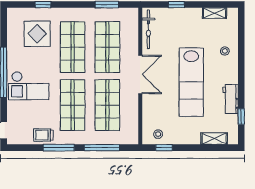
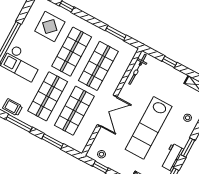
double door: (140, 74) -> (107, 111), moved
window: (241, 81) -> (188, 148), added
window: (102, 148) -> (53, 141), width x0.69

